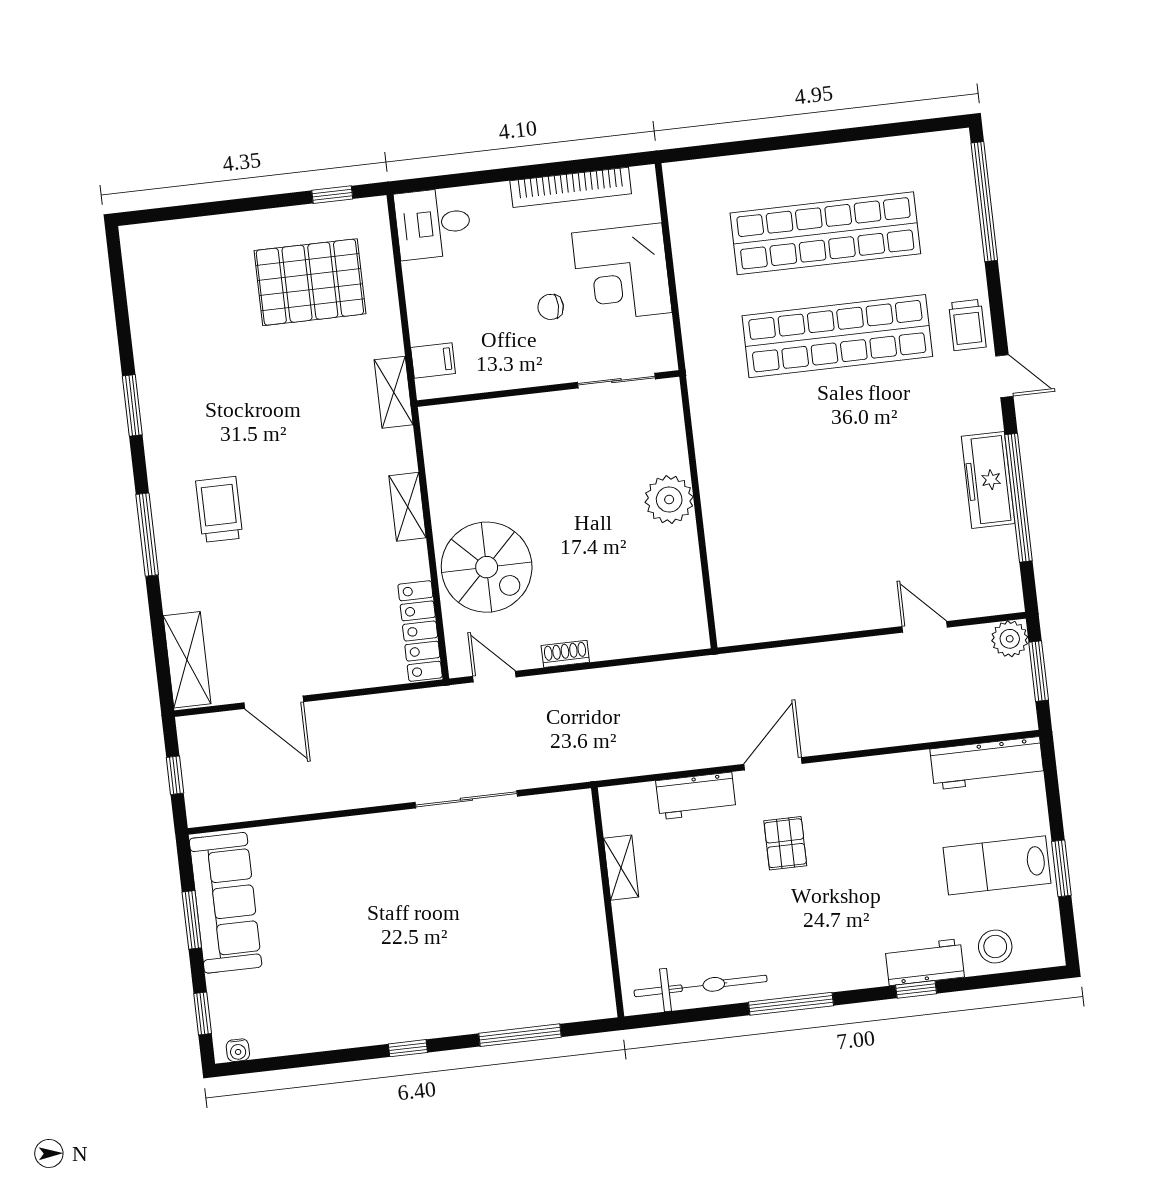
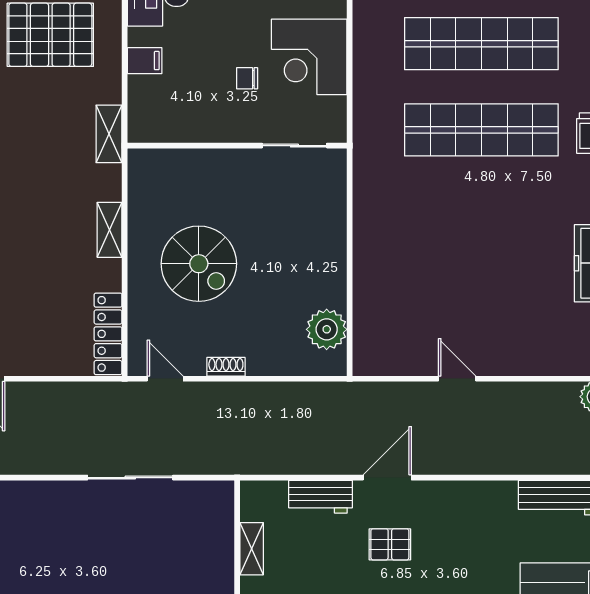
filing cabinet: (433, 360) -> (145, 61), moved
plant: (669, 500) -> (327, 329), moved
spiral stairs: (487, 567) -> (199, 264), moved
door: (925, 627) -> (457, 379), moved
pallet: (785, 843) -> (390, 544), turned 90

